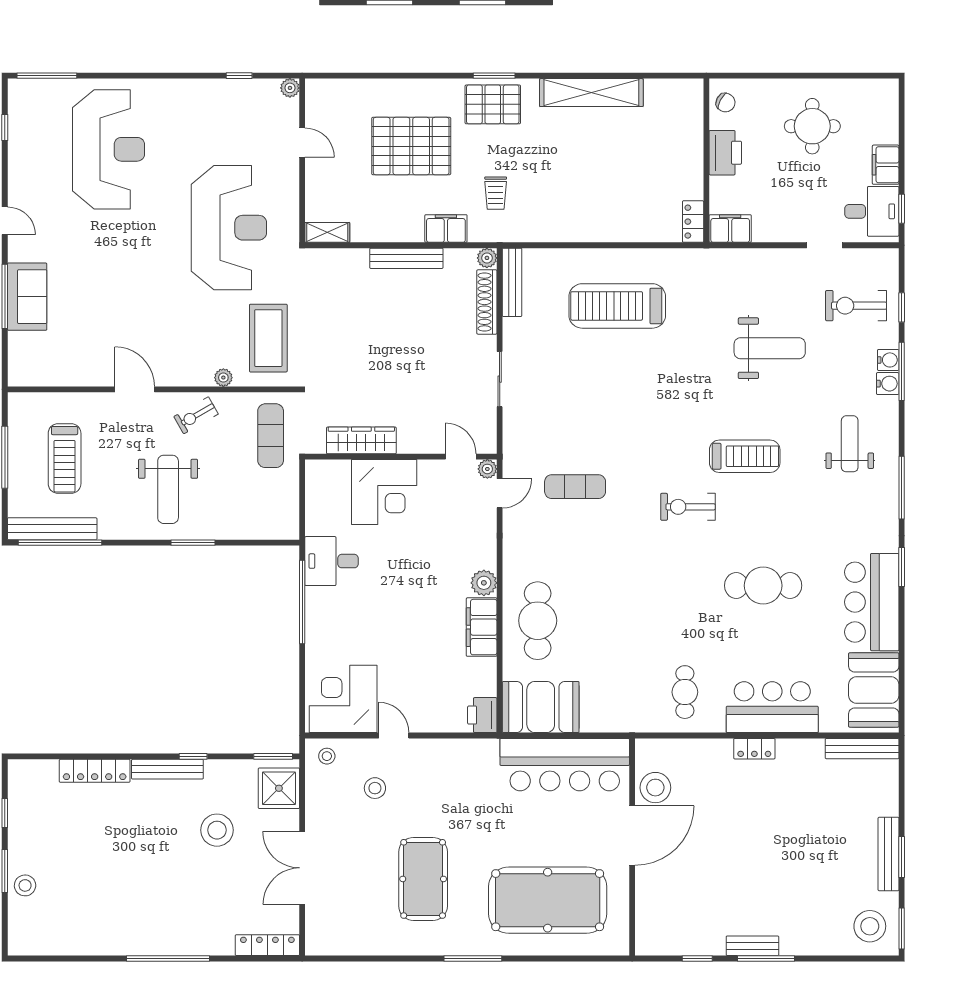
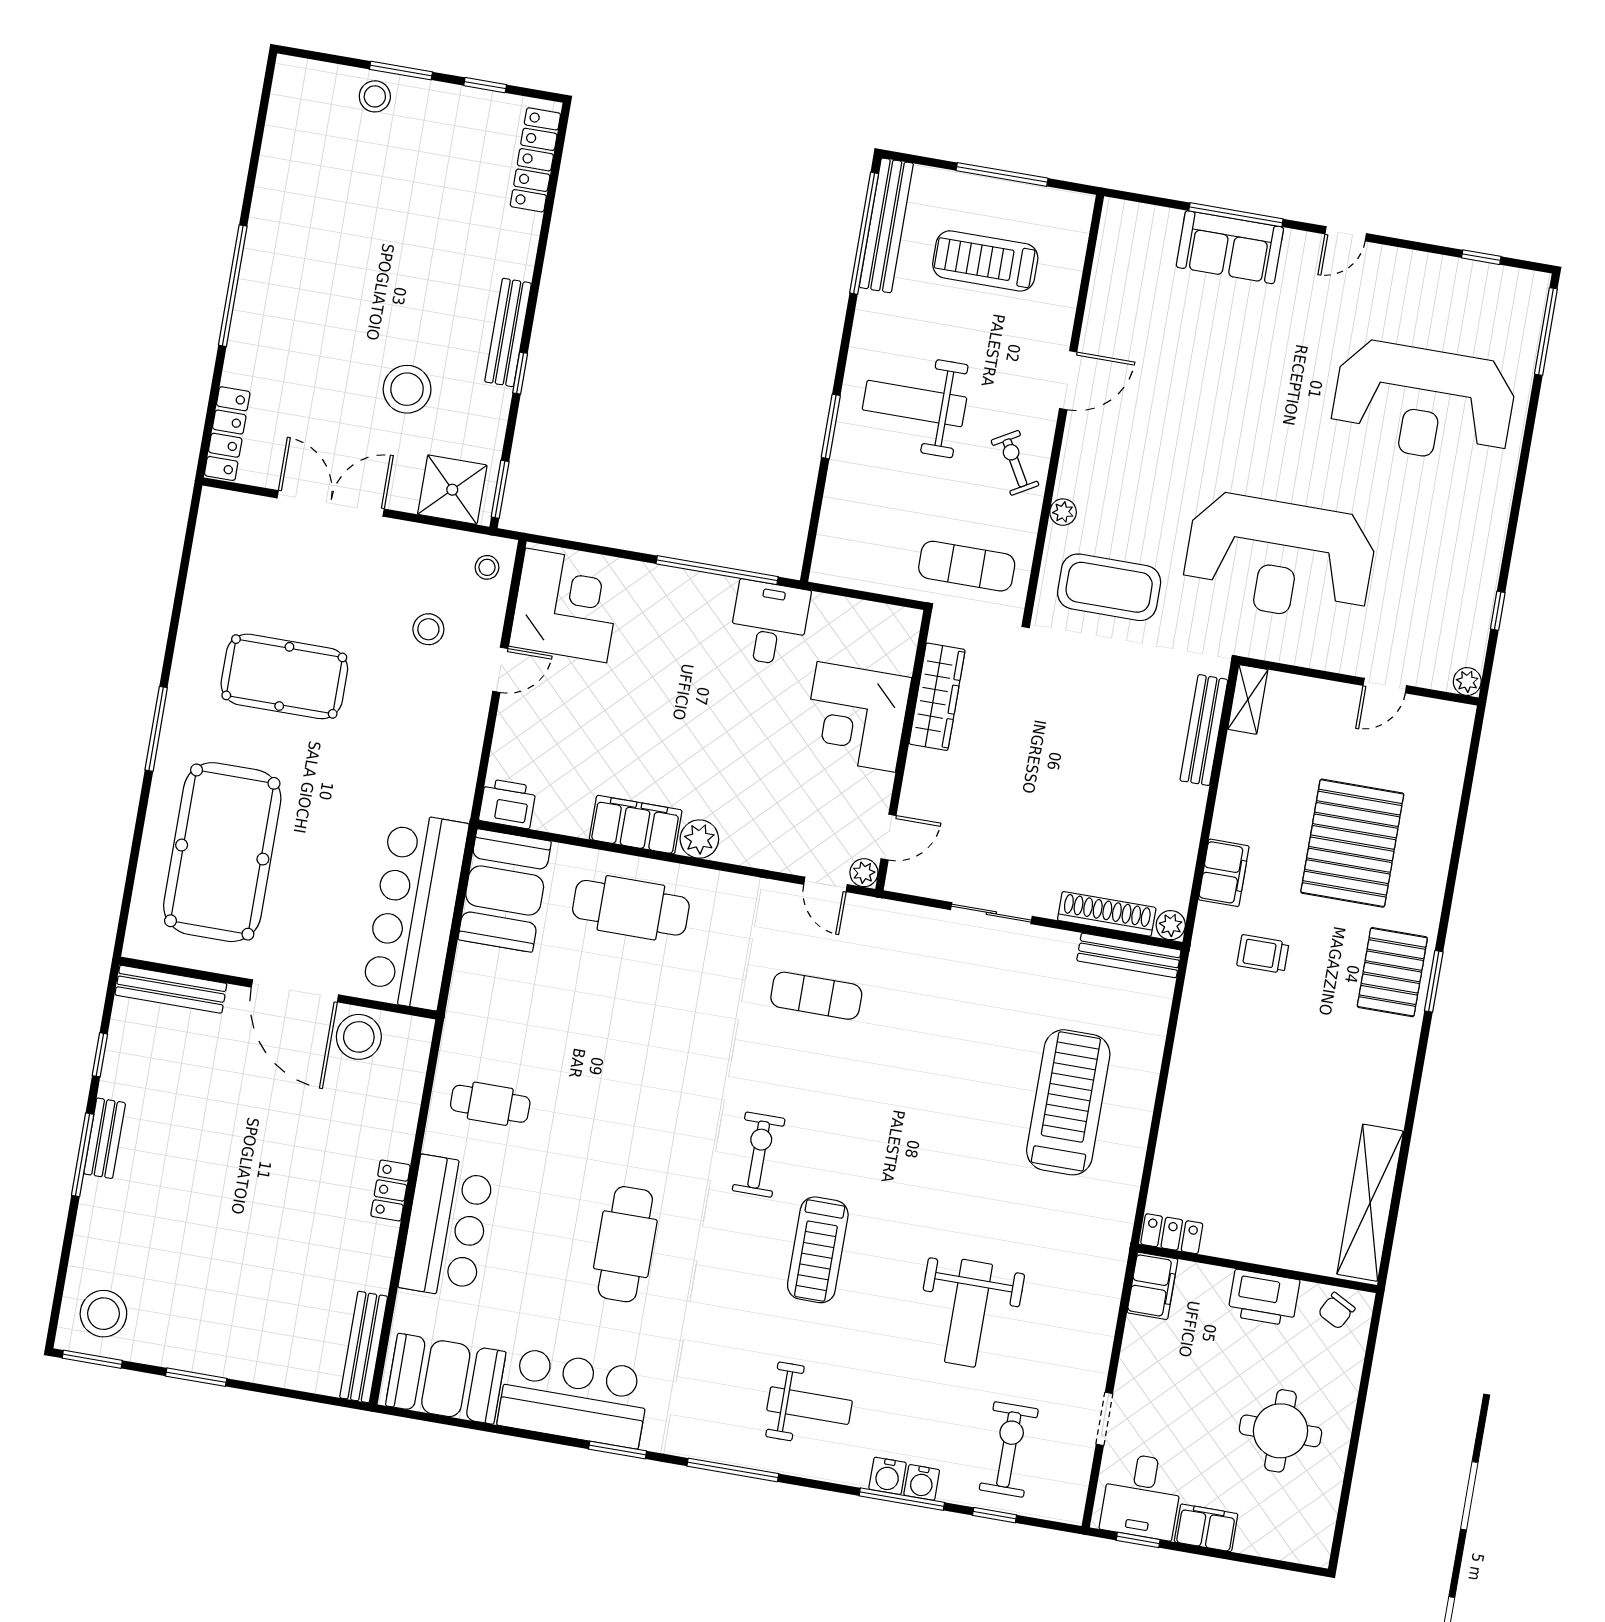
shelving: (591, 93) -> (1370, 1203), moved
bench: (406, 258) -> (1204, 730), moved
exercise mat: (575, 487) -> (816, 996), turned 90
locker: (95, 771) -> (535, 160), moved
bench: (888, 854) -> (171, 989), moved

